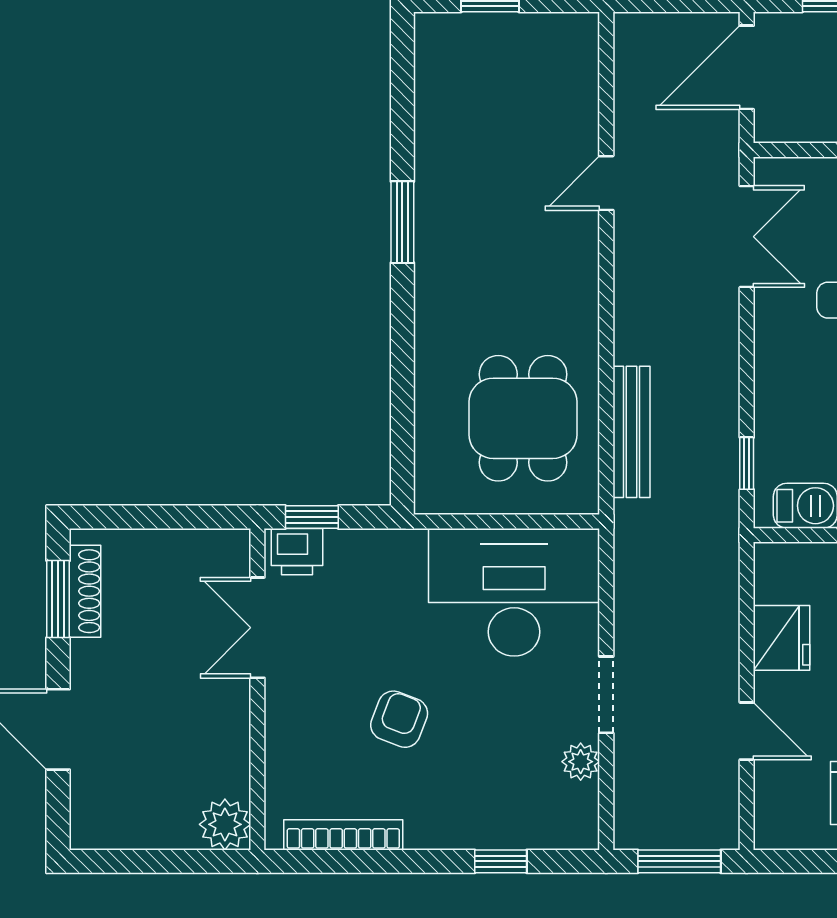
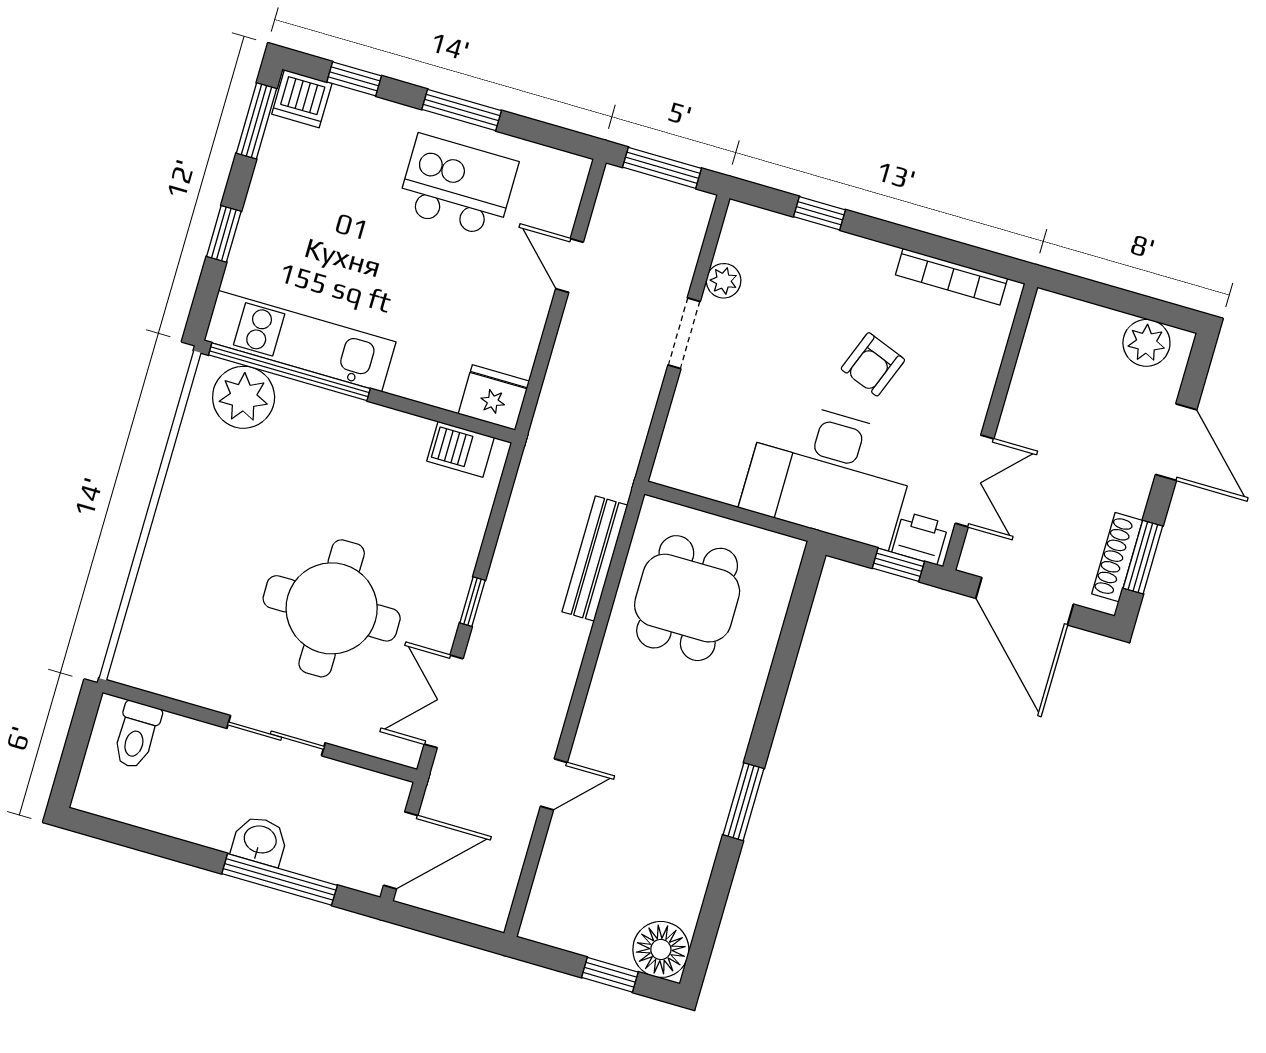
floor lamp: (444, 42) -> (661, 949), added
window: (747, 463) -> (472, 602), moved
door: (169, 517) -> (1025, 601), added
desk: (514, 592) -> (829, 473), moved
fridge: (781, 638) -> (494, 397), moved, turned 90
plant: (225, 824) -> (1146, 343), moved

